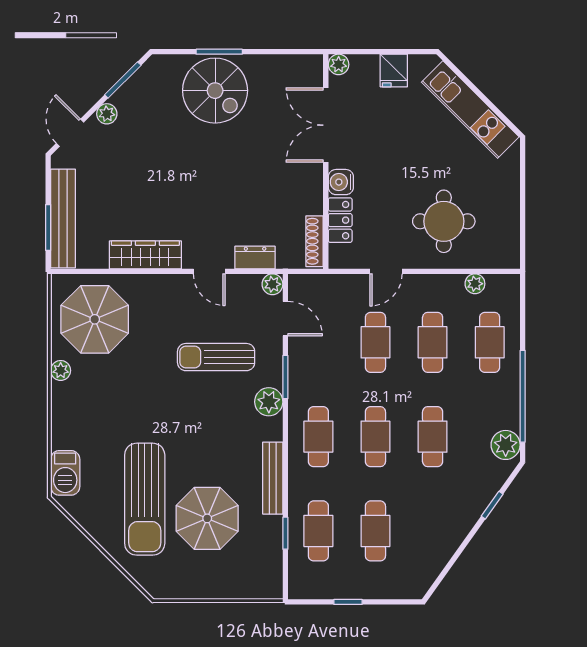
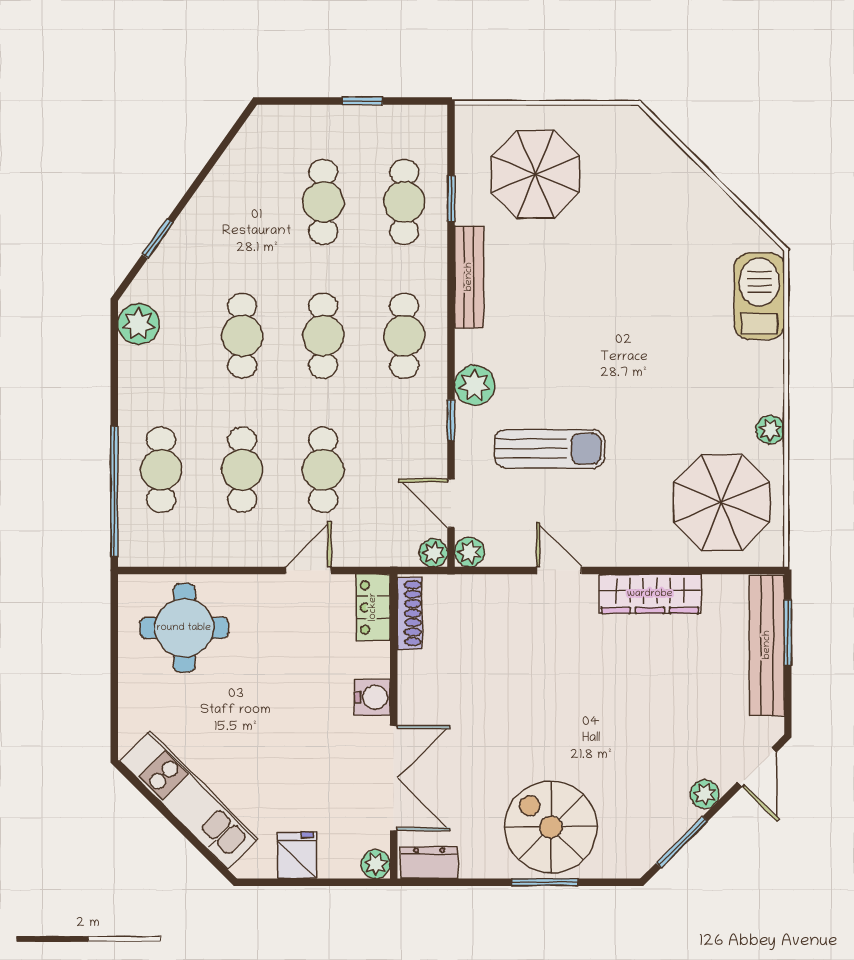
locker: (340, 220) -> (373, 607), moved
round table: (444, 221) -> (184, 628), moved
dresser: (255, 258) -> (429, 863), moved, turned 180
plant: (475, 284) -> (433, 553), moved
window: (285, 377) -> (451, 420), width x0.67
window: (523, 396) -> (114, 492), moved
barbecue: (65, 473) -> (759, 296), width x1.37, depth x1.21
sun lounger: (145, 499) -> (651, 247), removed
parasol: (207, 518) -> (535, 174), moved

